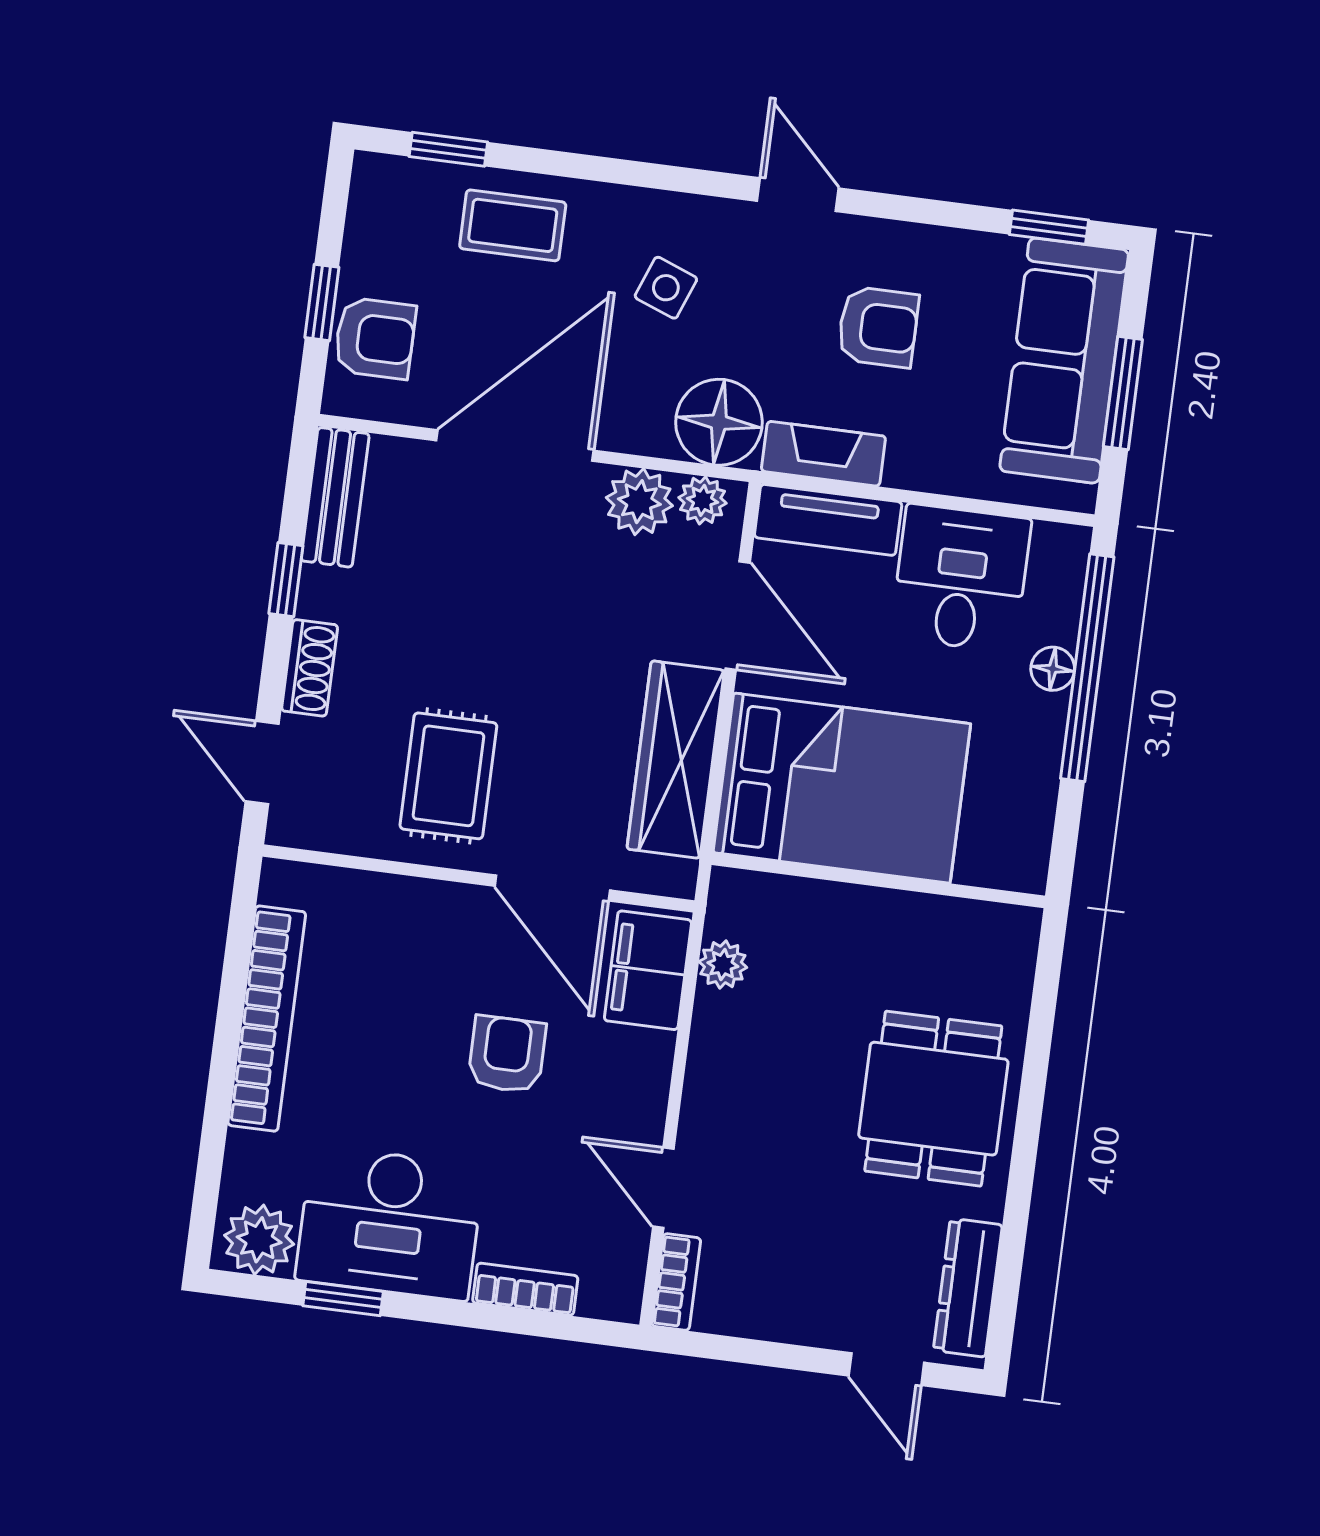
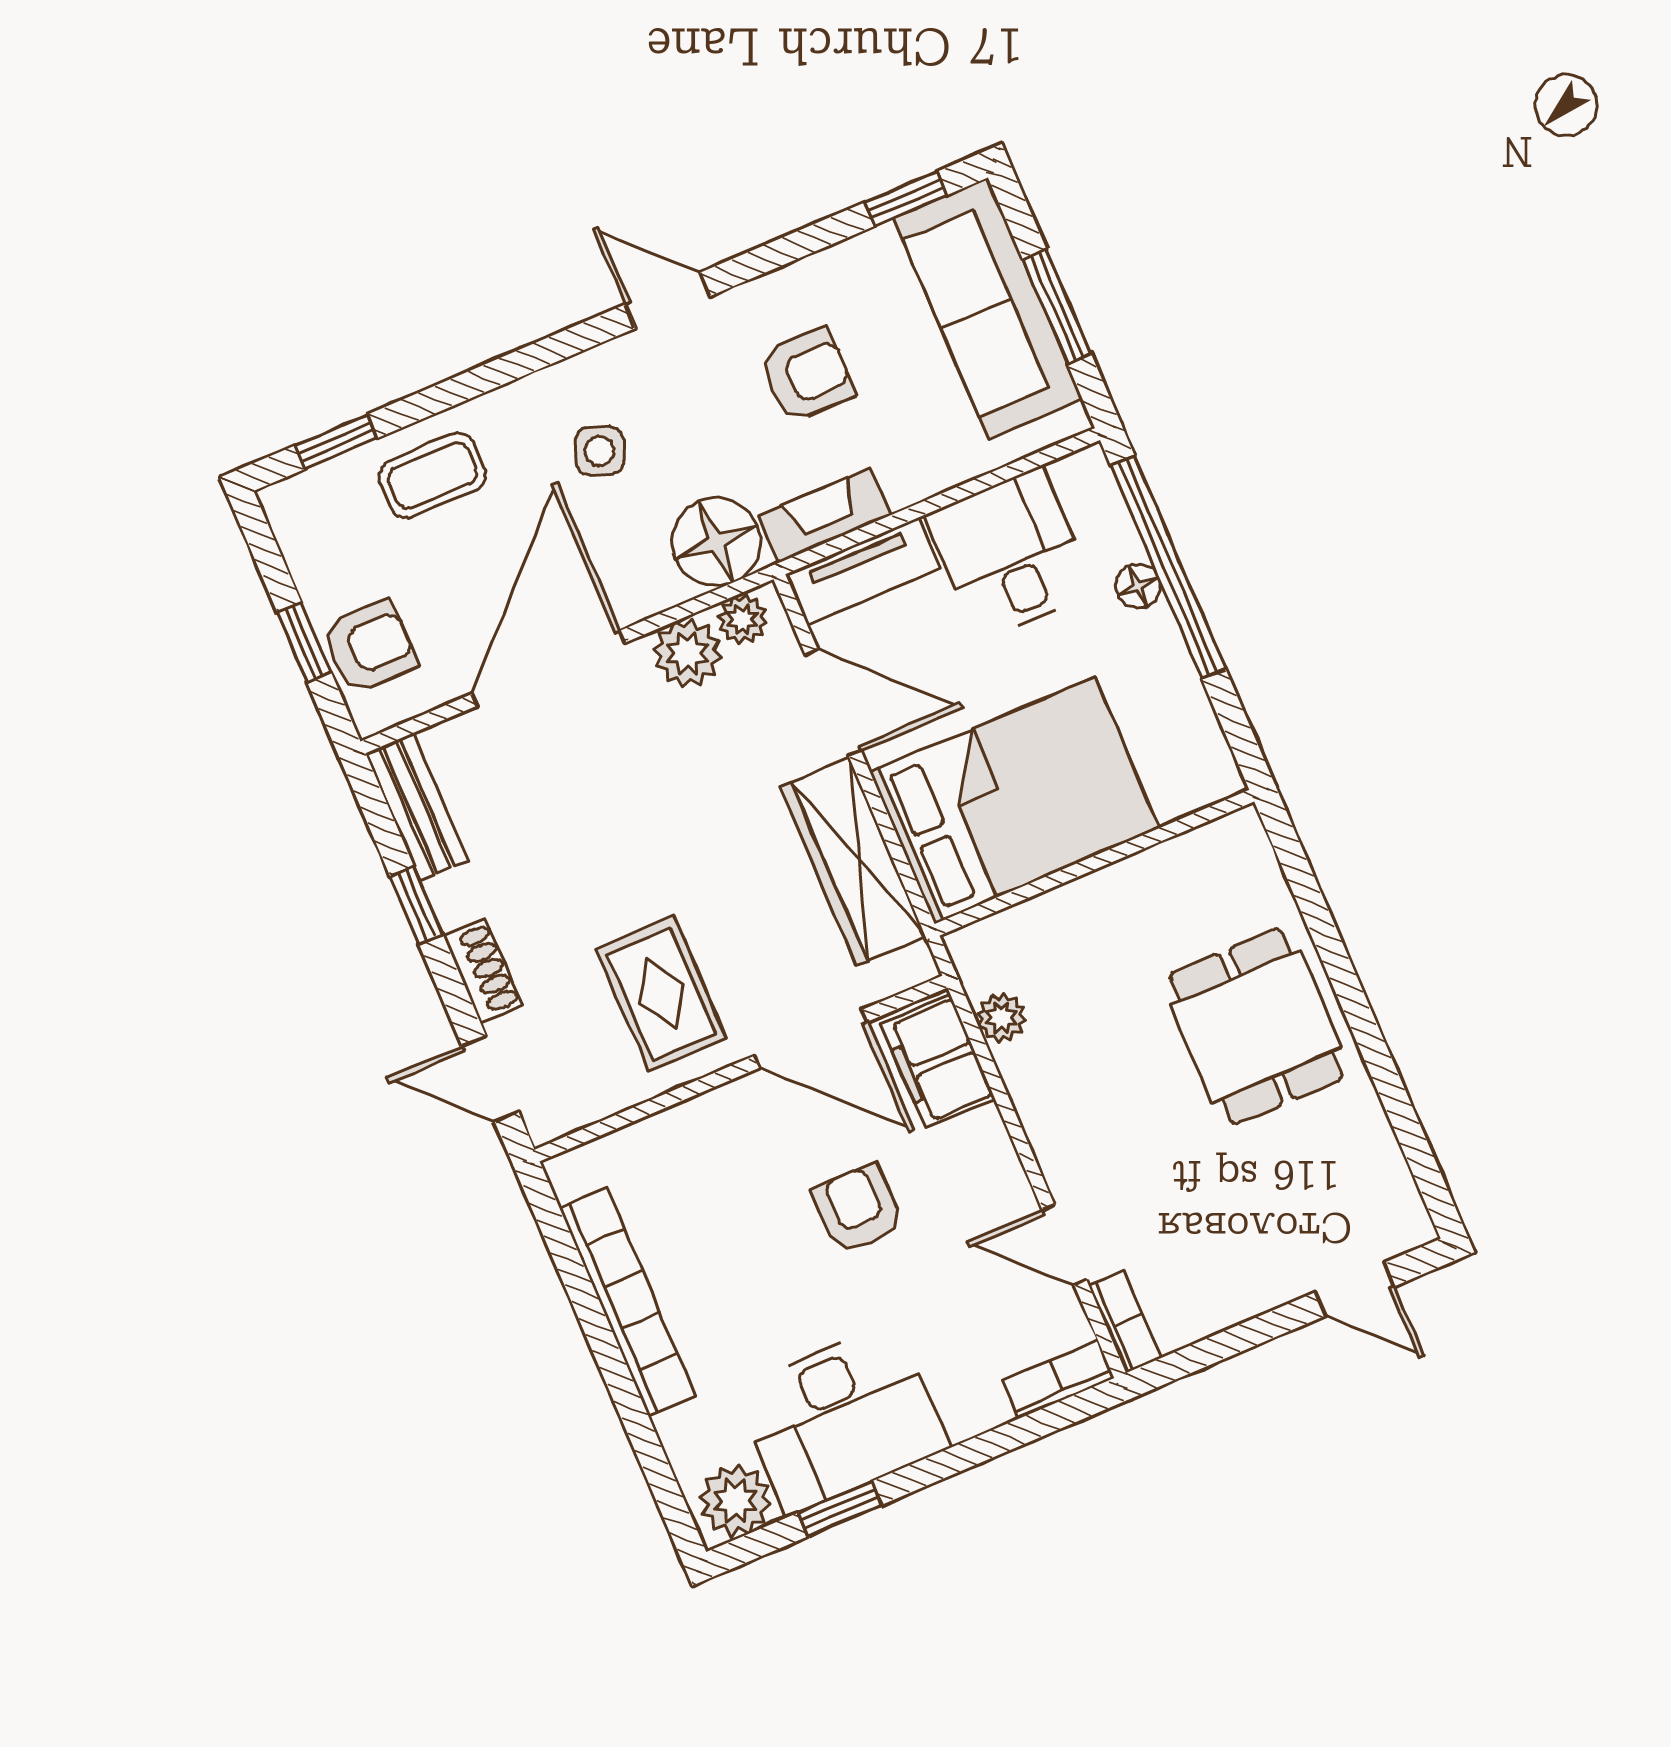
dresser: (968, 1288) -> (1385, 1175), removed
bookcase: (525, 1289) -> (1058, 1379), moved

